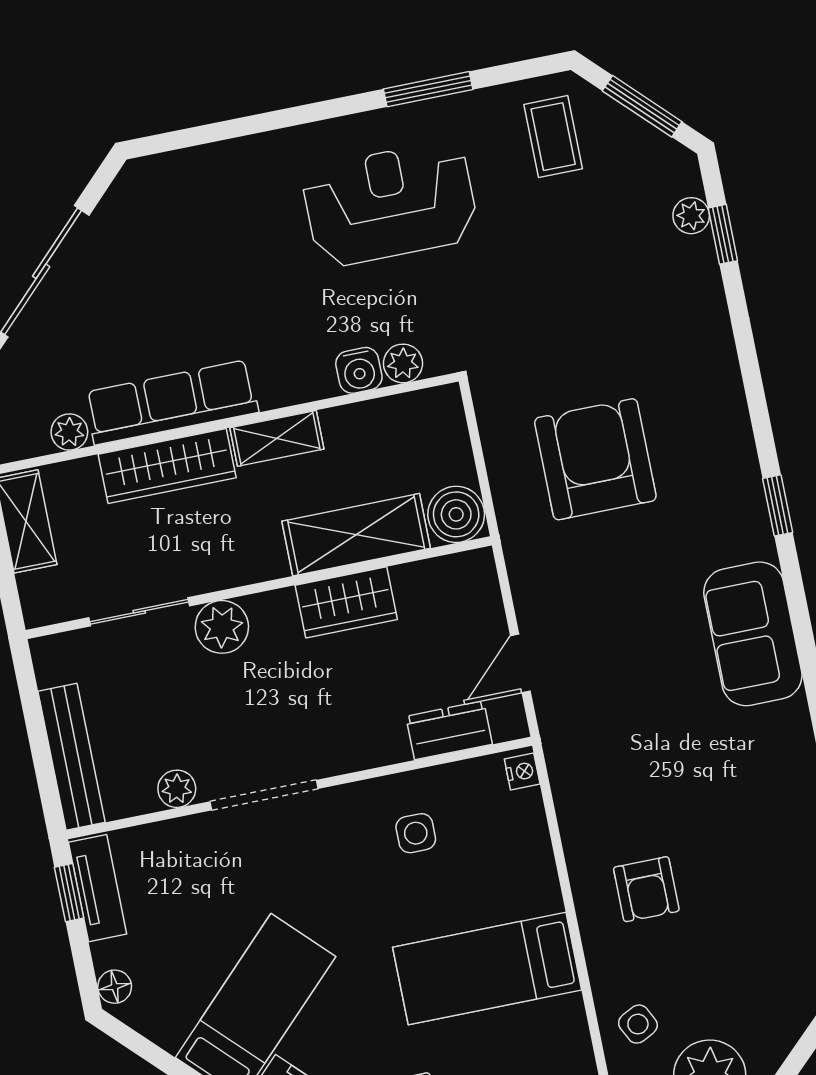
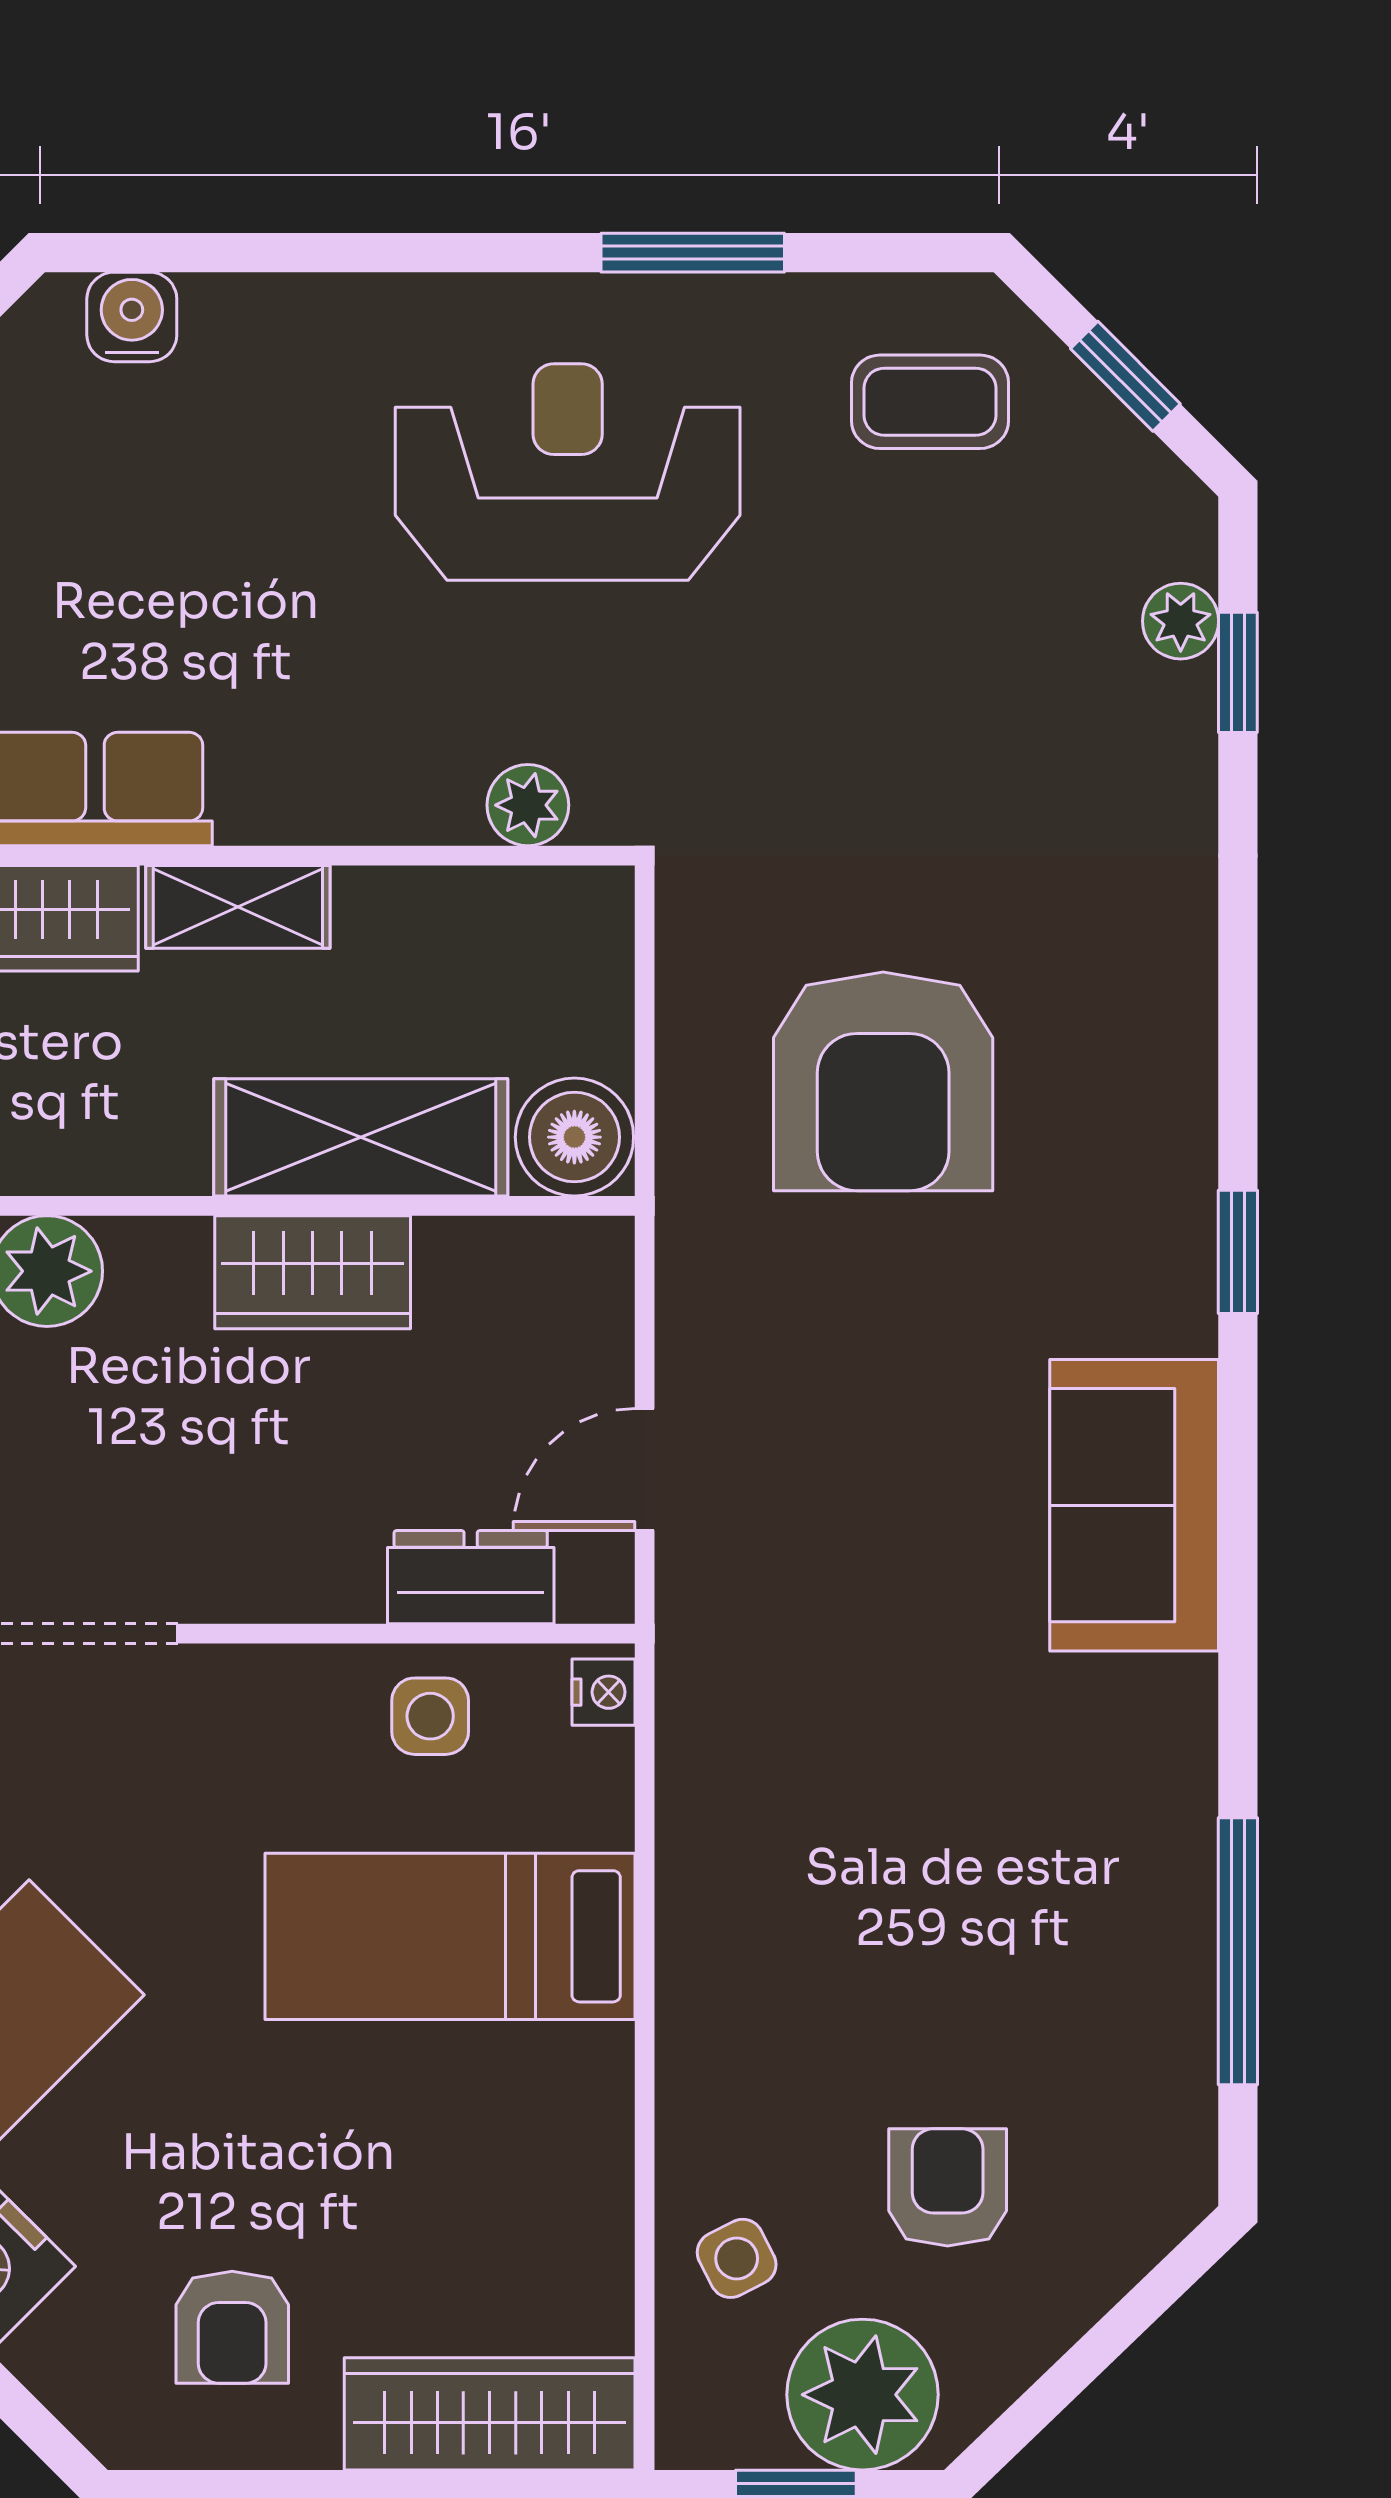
window: (642, 106) -> (1125, 376), width x0.67
coffee table: (553, 137) -> (930, 402), turned 90
water cooler: (359, 370) -> (132, 317), moved, turned 180
armchair: (595, 459) -> (883, 1081), turned 180
side table: (416, 833) -> (430, 1716), moved
armchair: (646, 889) -> (948, 2187), moved, turned 180
bed: (487, 969) -> (450, 1936), moved

